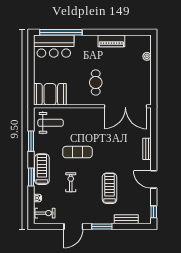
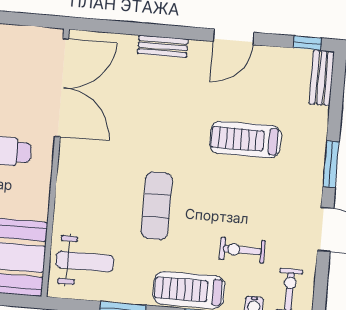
weight bench: (51, 123) -> (85, 261), turned 90
exercise bike: (71, 182) -> (242, 250), moved
bench: (126, 219) -> (322, 78), moved

